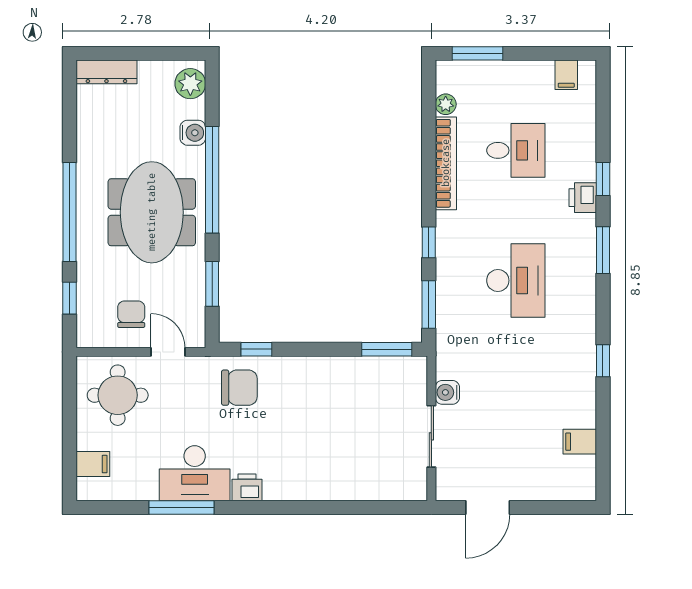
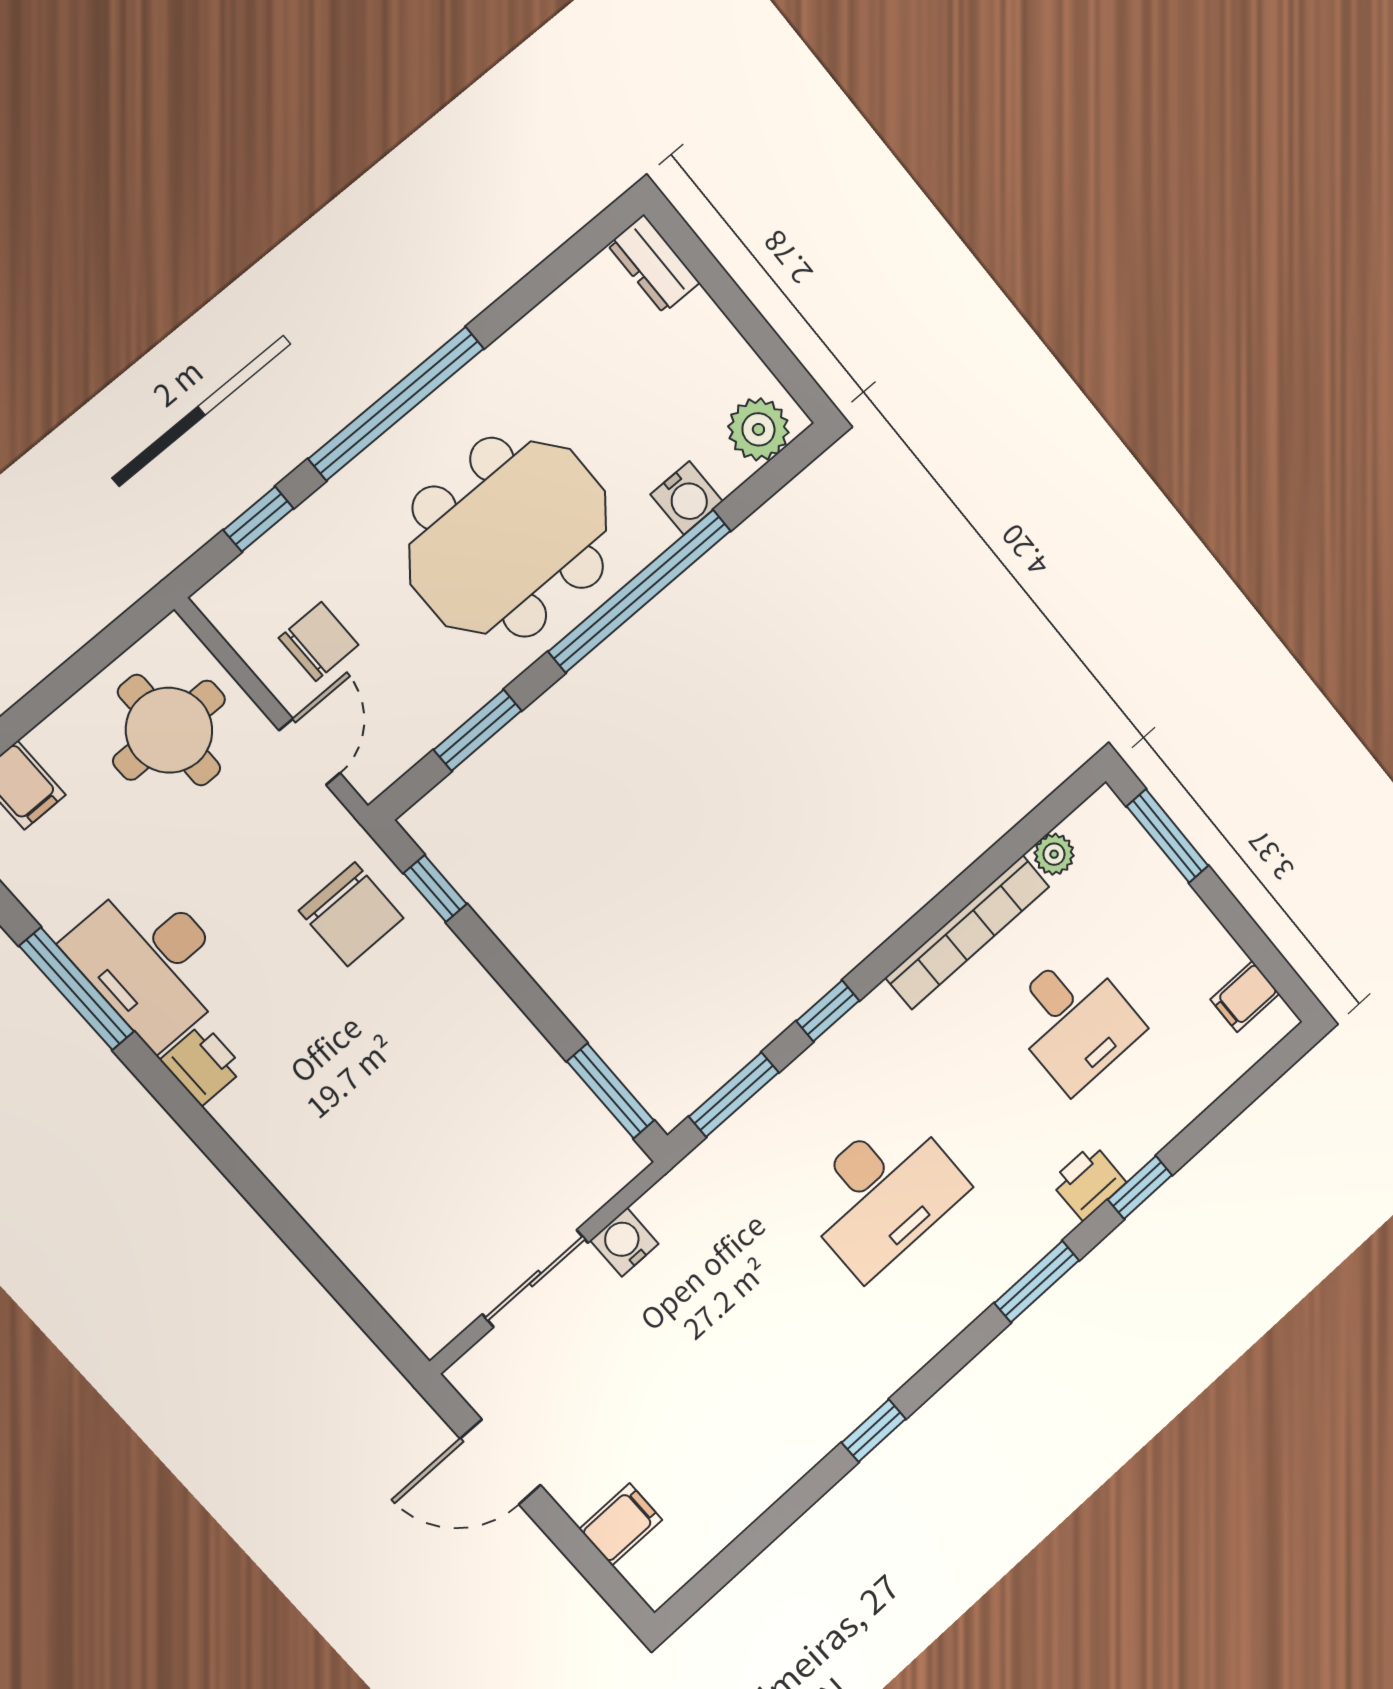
dresser: (106, 72) -> (654, 264), width x0.70
filing cabinet: (580, 442) -> (621, 1524), moved, turned 90

